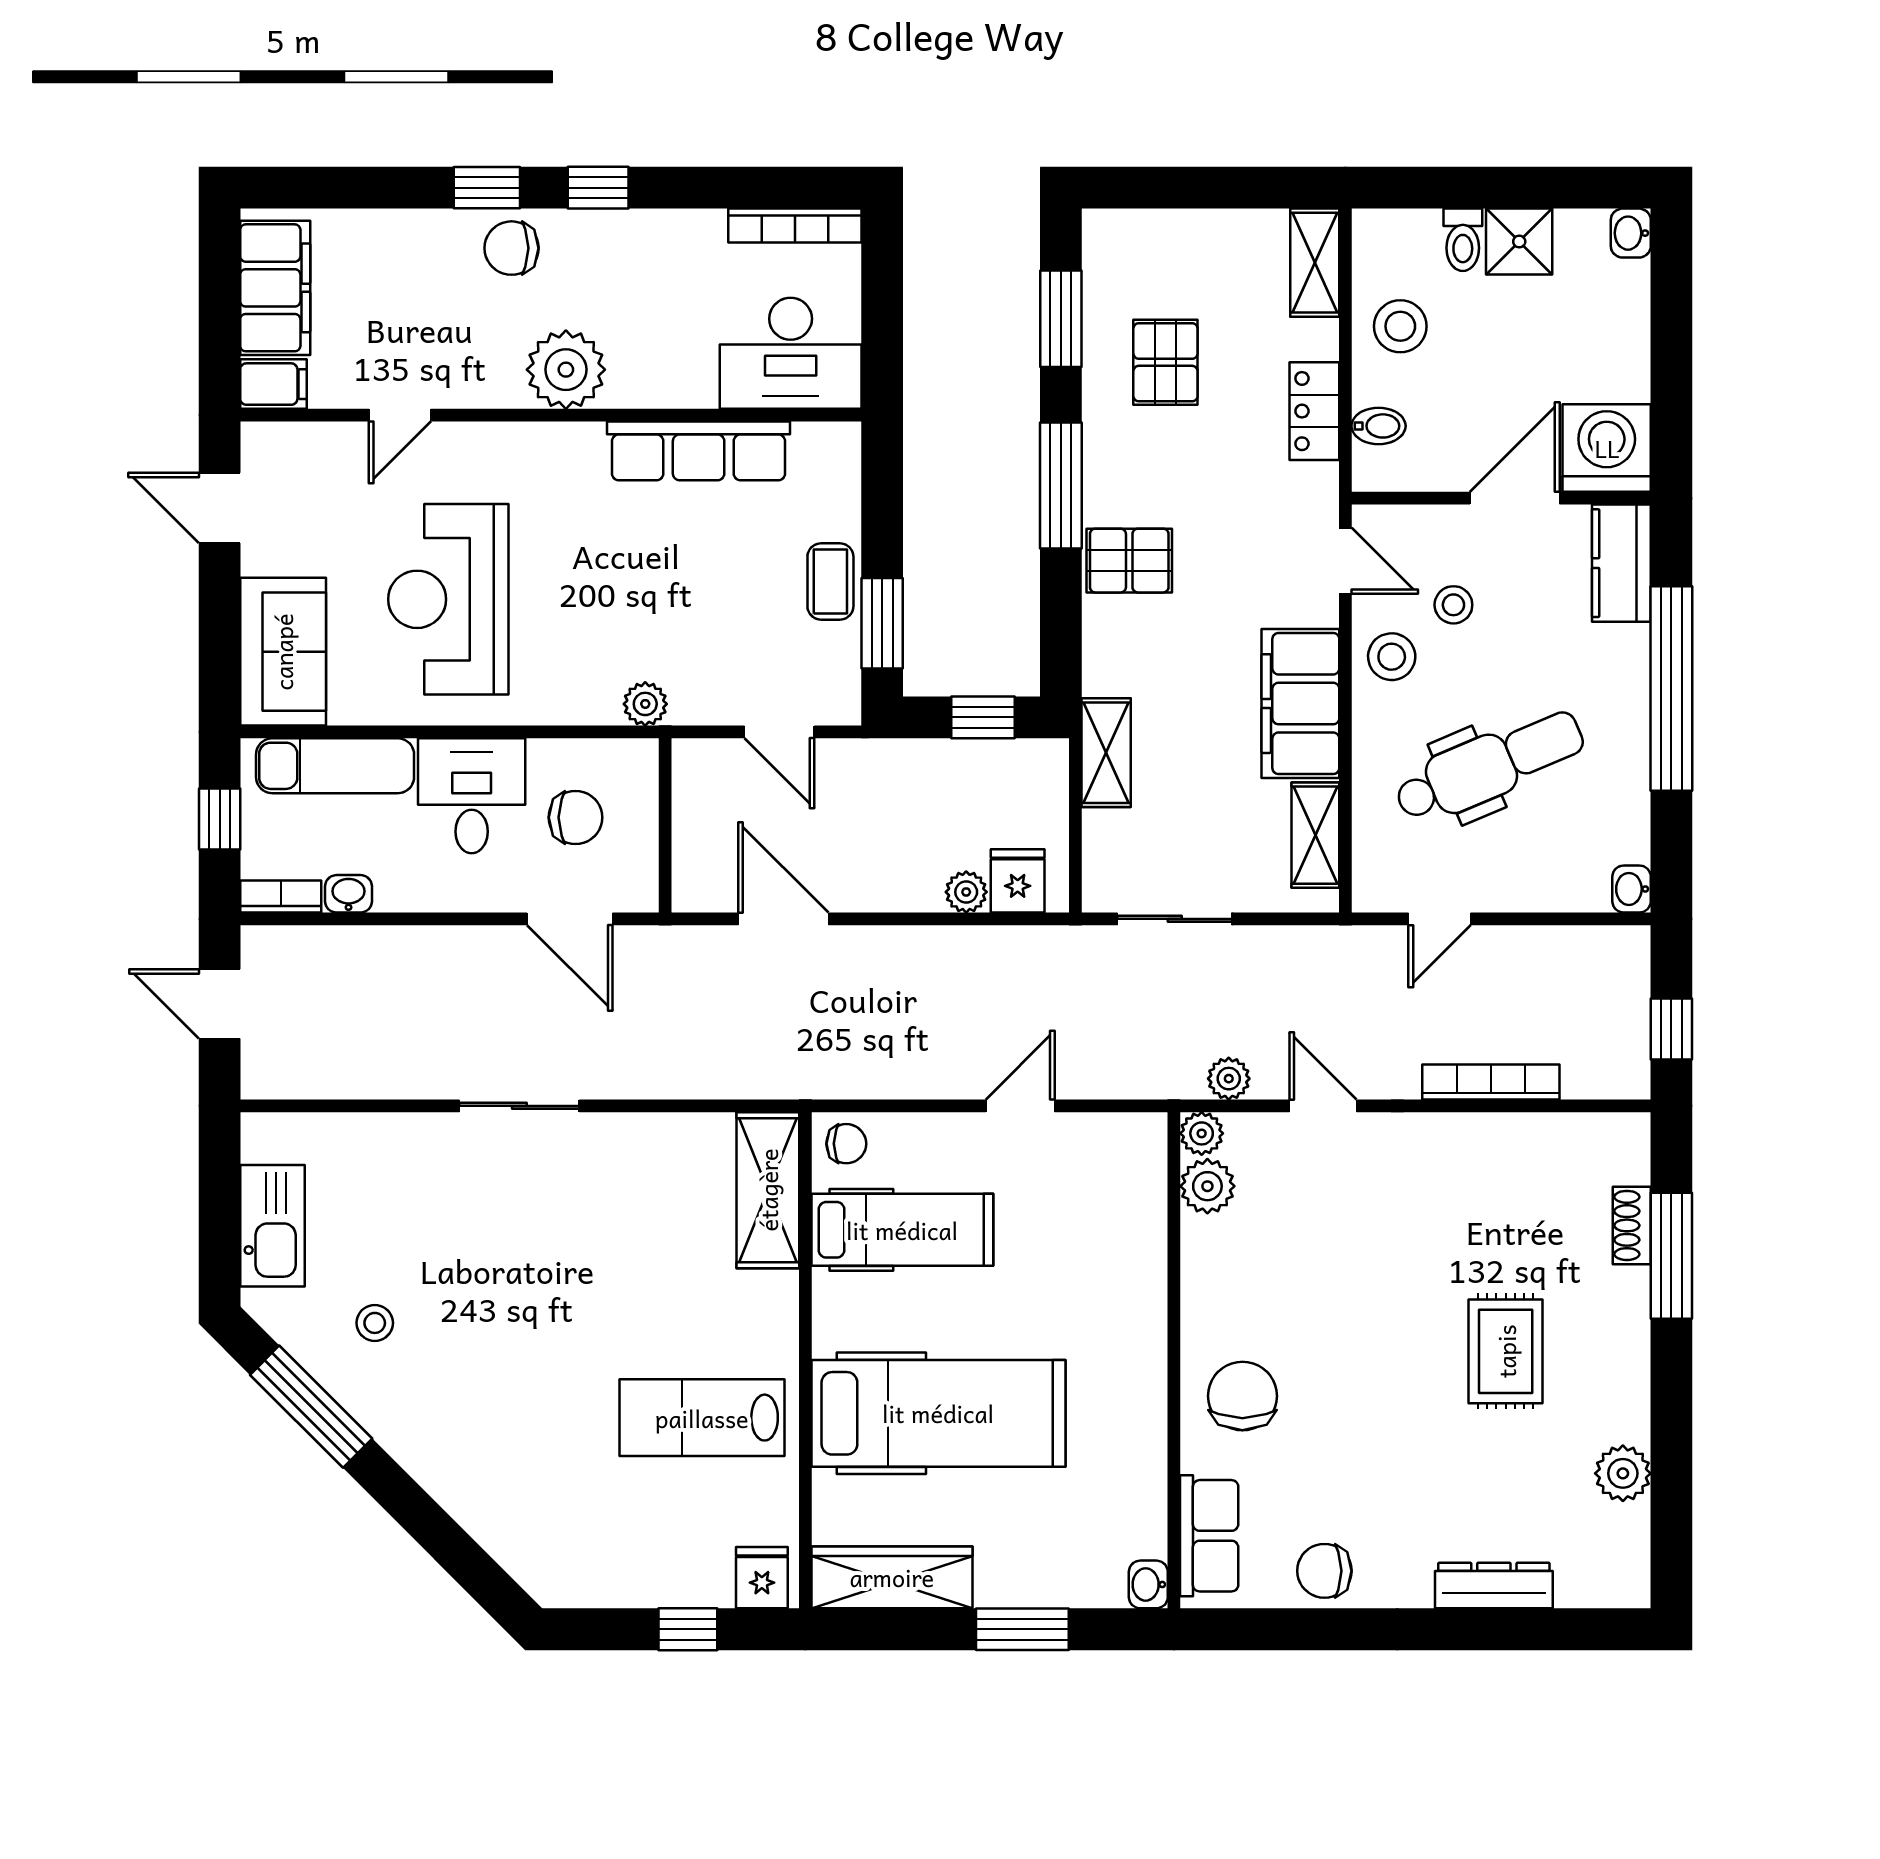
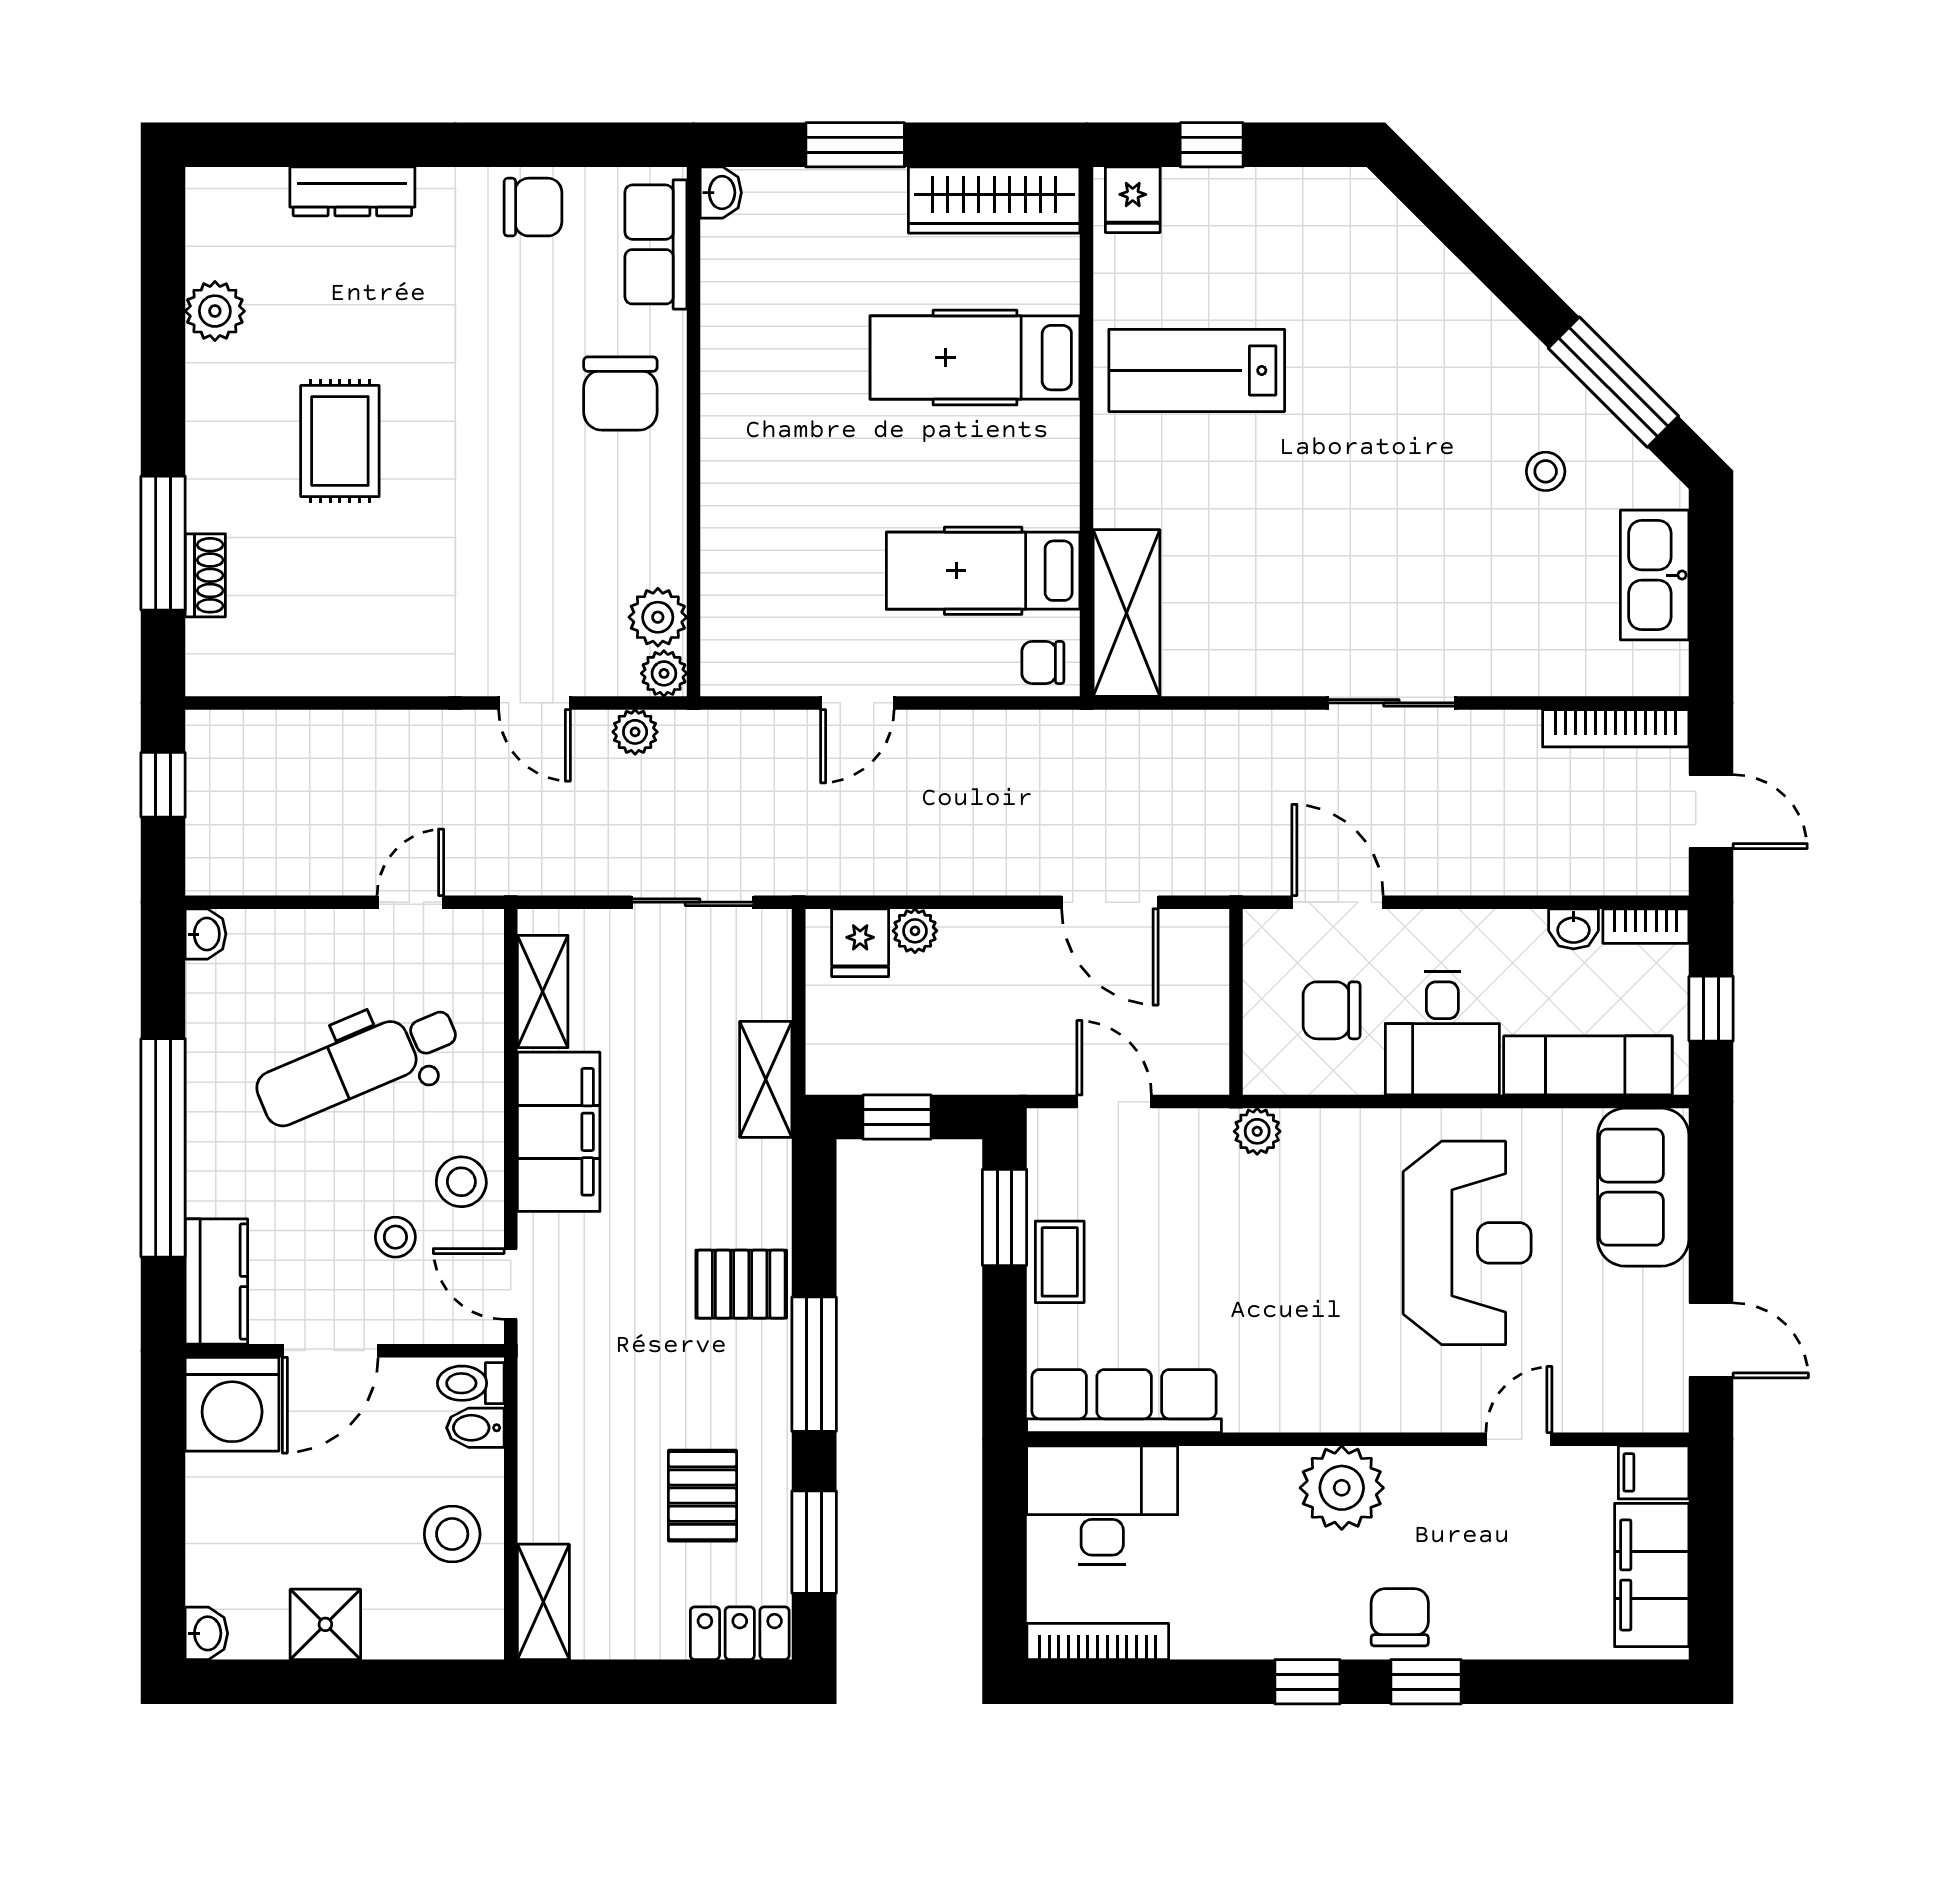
toilet: (1463, 240) -> (471, 1383), moved, turned -90
chair: (512, 248) -> (1400, 1617), turned -90
locker: (1314, 411) -> (740, 1633), moved, turned -90
row of seats: (699, 451) -> (1124, 1401), moved
bookcase: (1491, 1082) -> (1616, 728), moved
hospital bed: (938, 1413) -> (975, 358), width x0.73, depth x0.78
lab bench: (702, 1418) -> (1197, 370), turned 180

